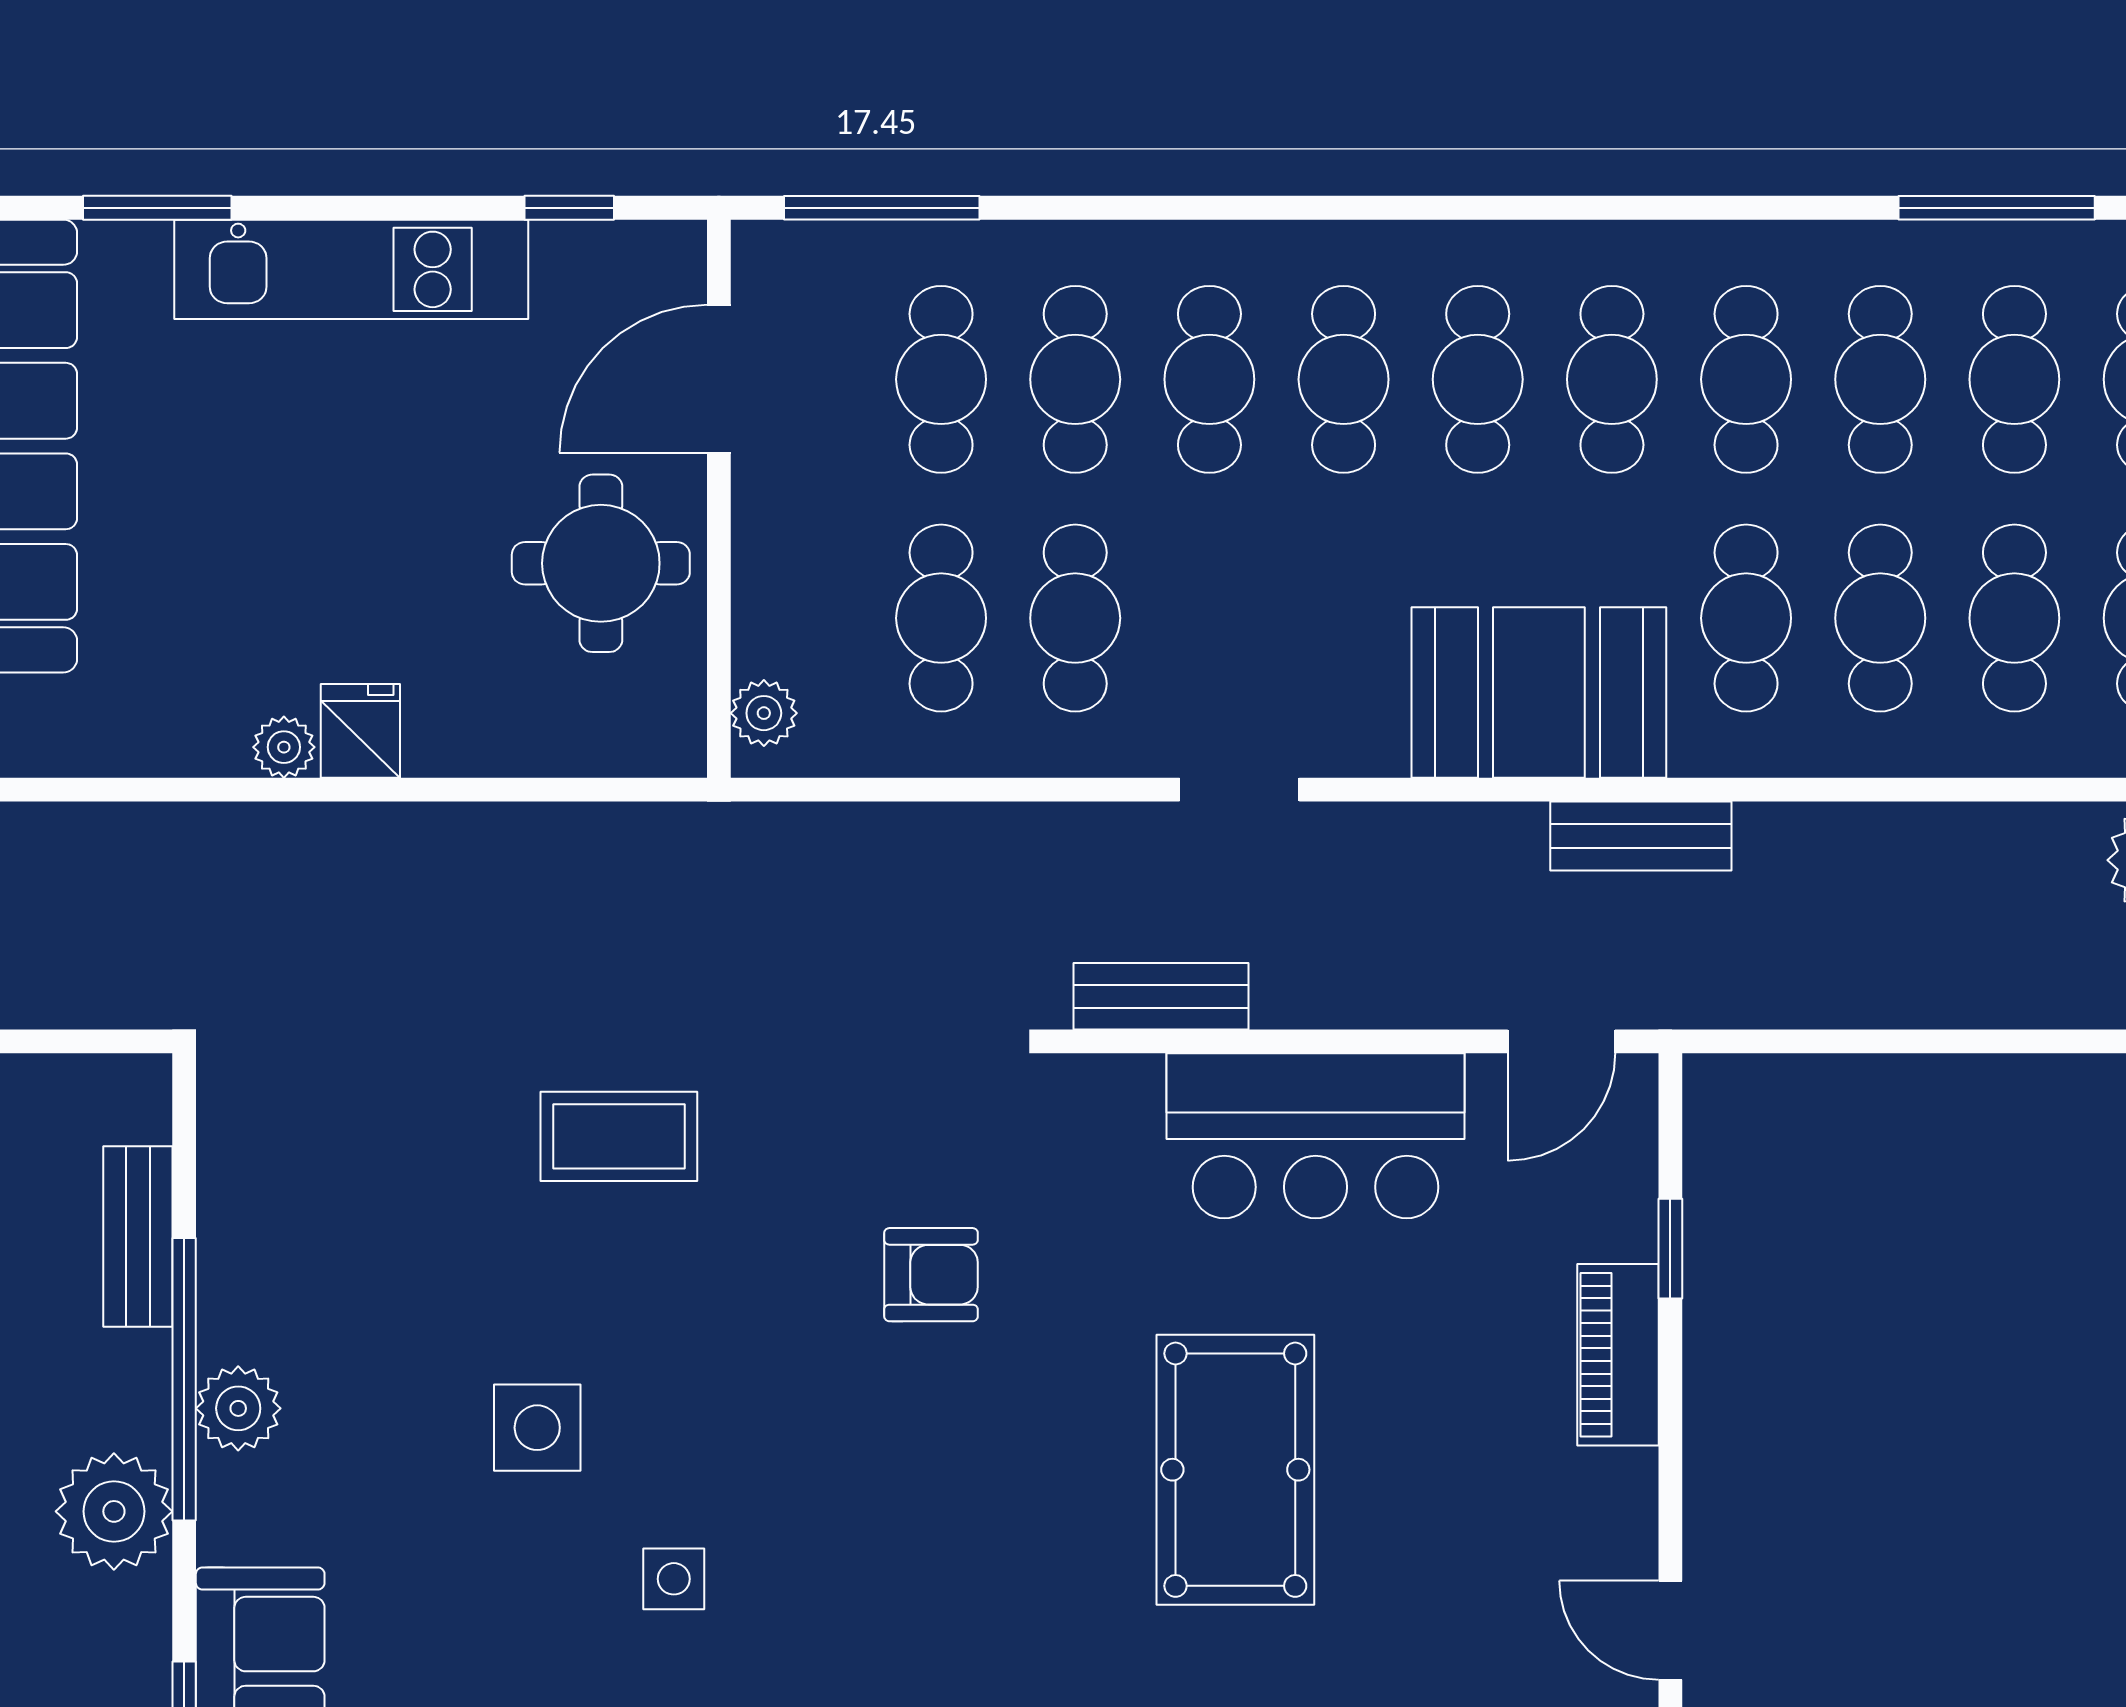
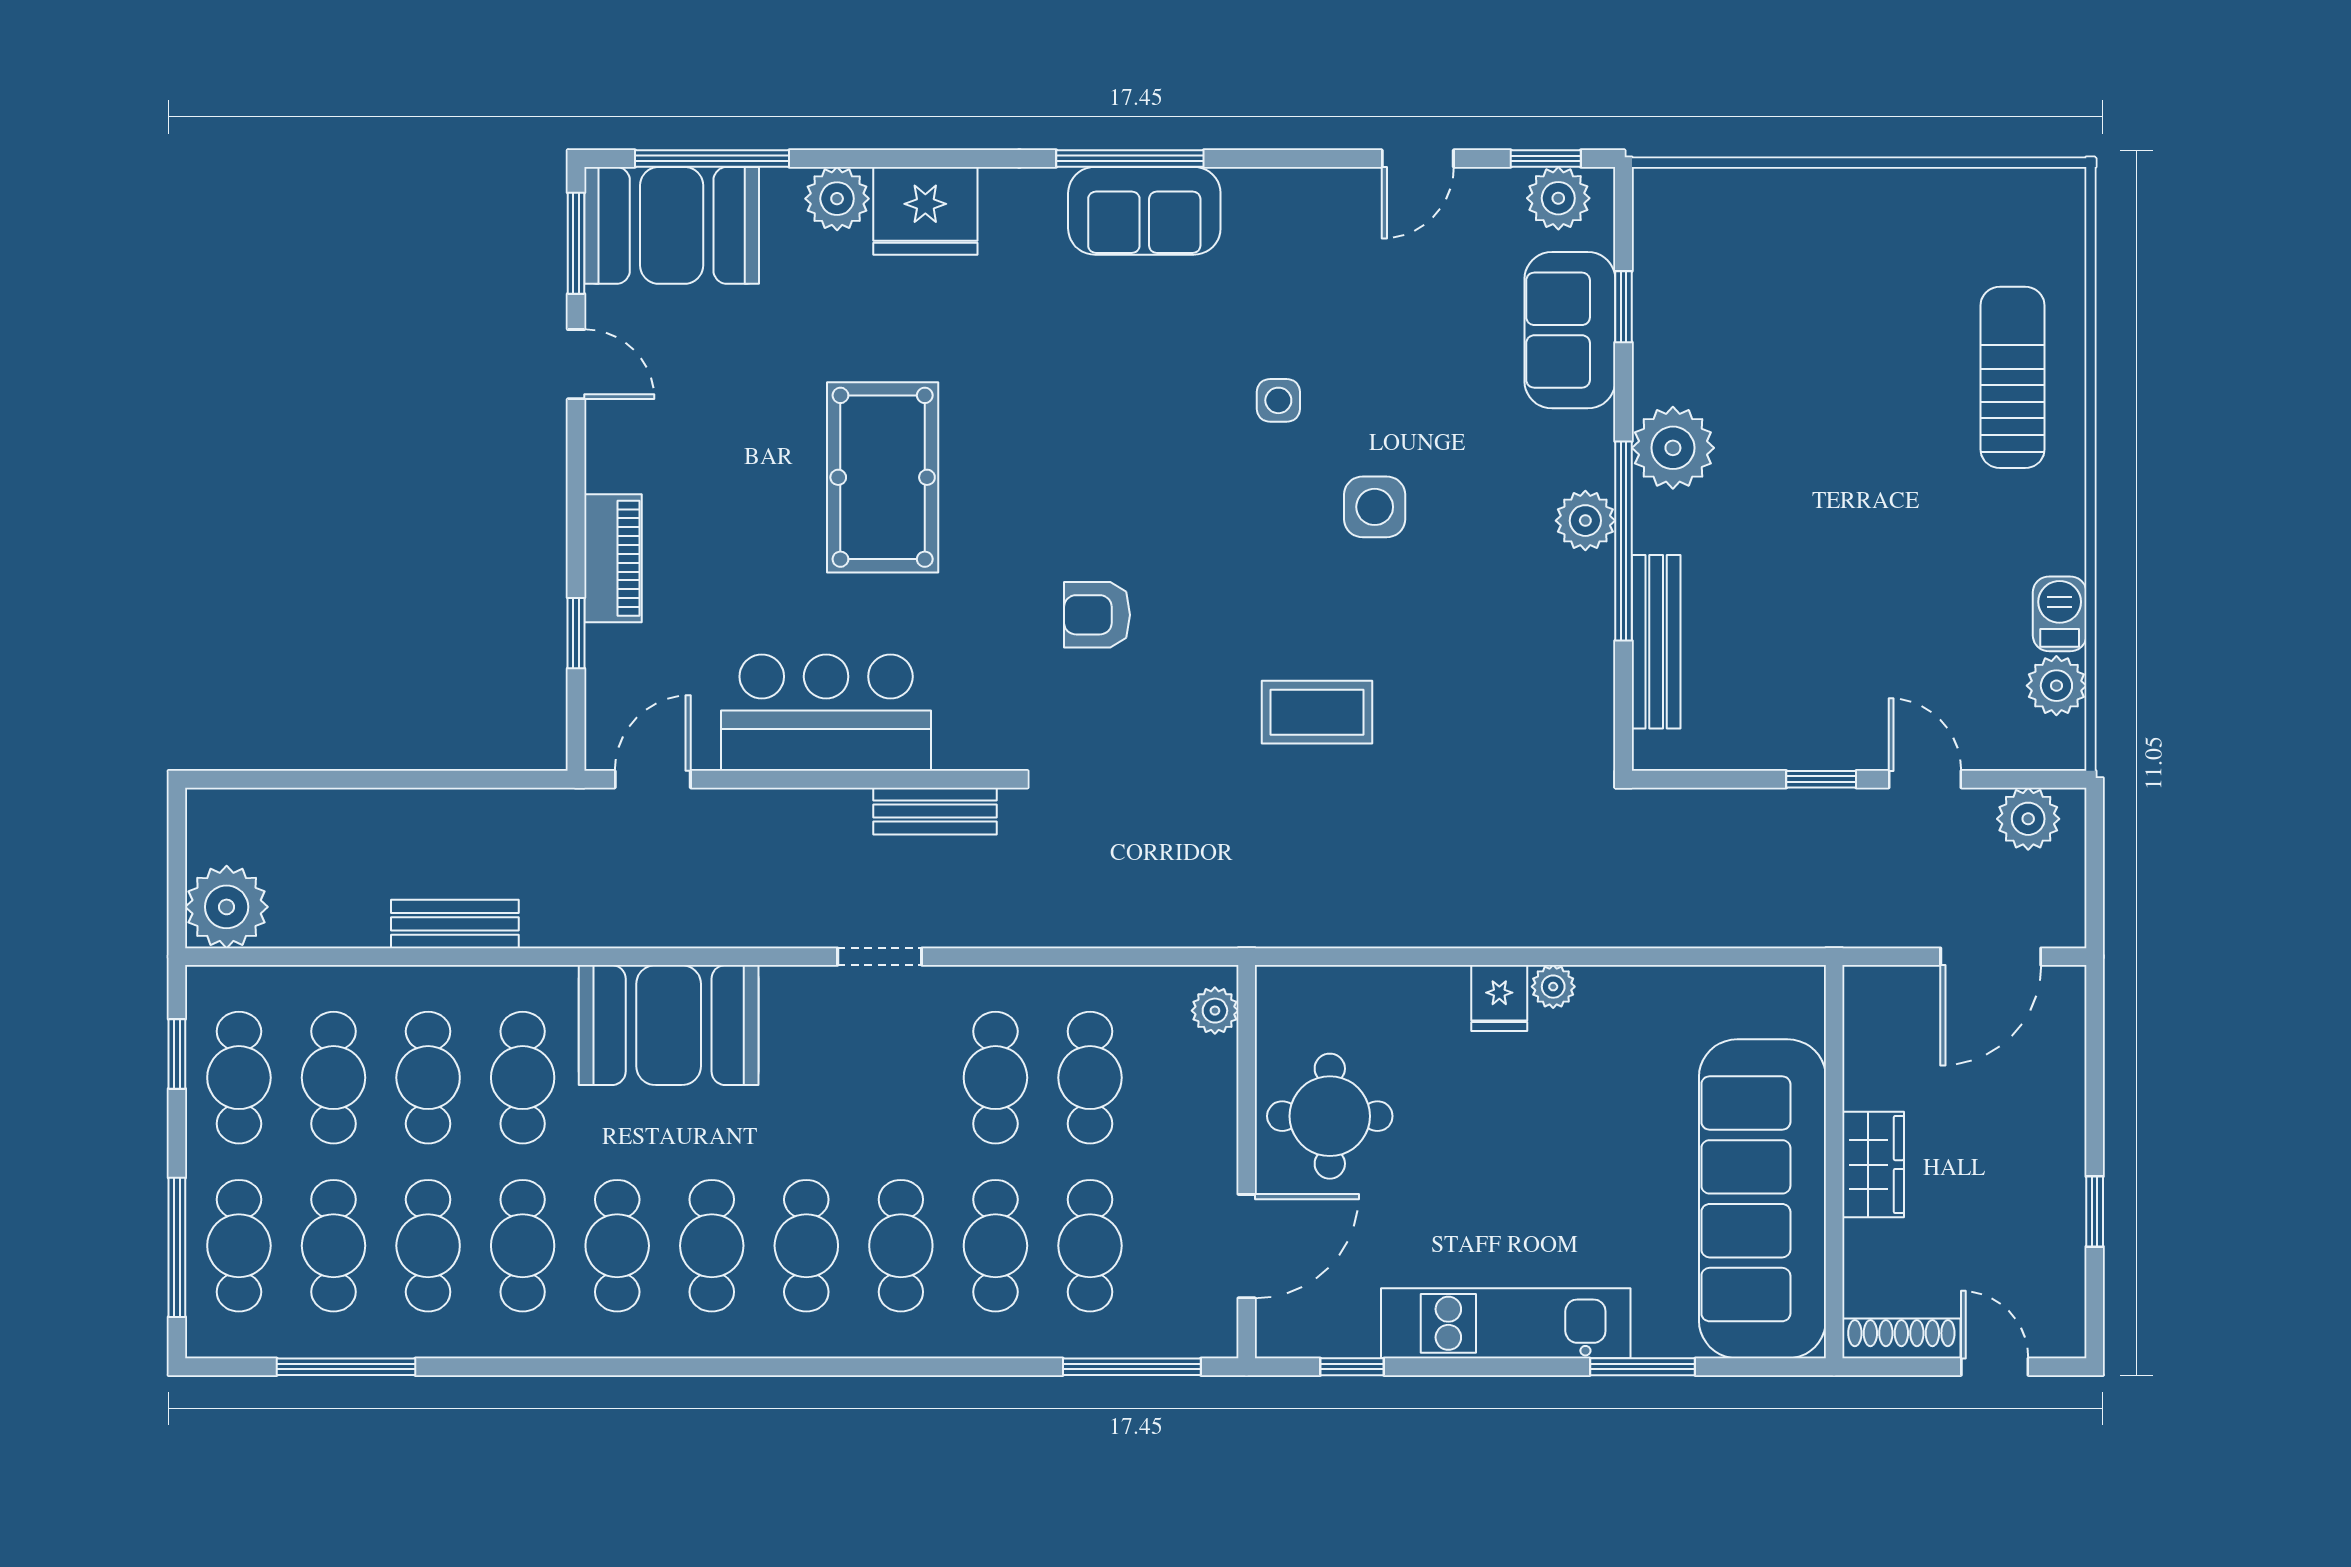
bench: (1641, 836) -> (455, 924), moved
bench: (138, 1236) -> (1656, 642), width x1.36

